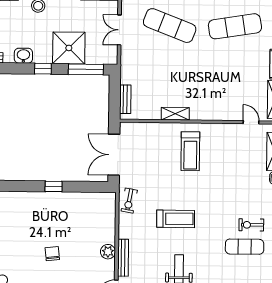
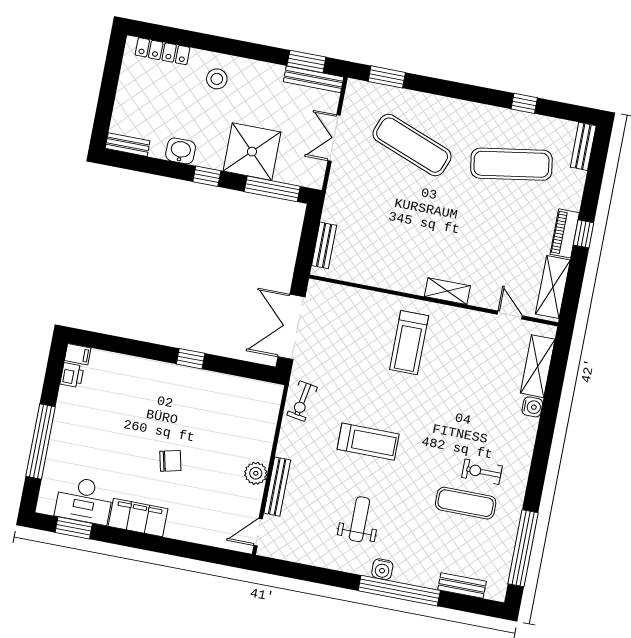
shelving: (175, 114) -> (447, 291), moved
chair: (52, 254) -> (170, 461), turned 83

